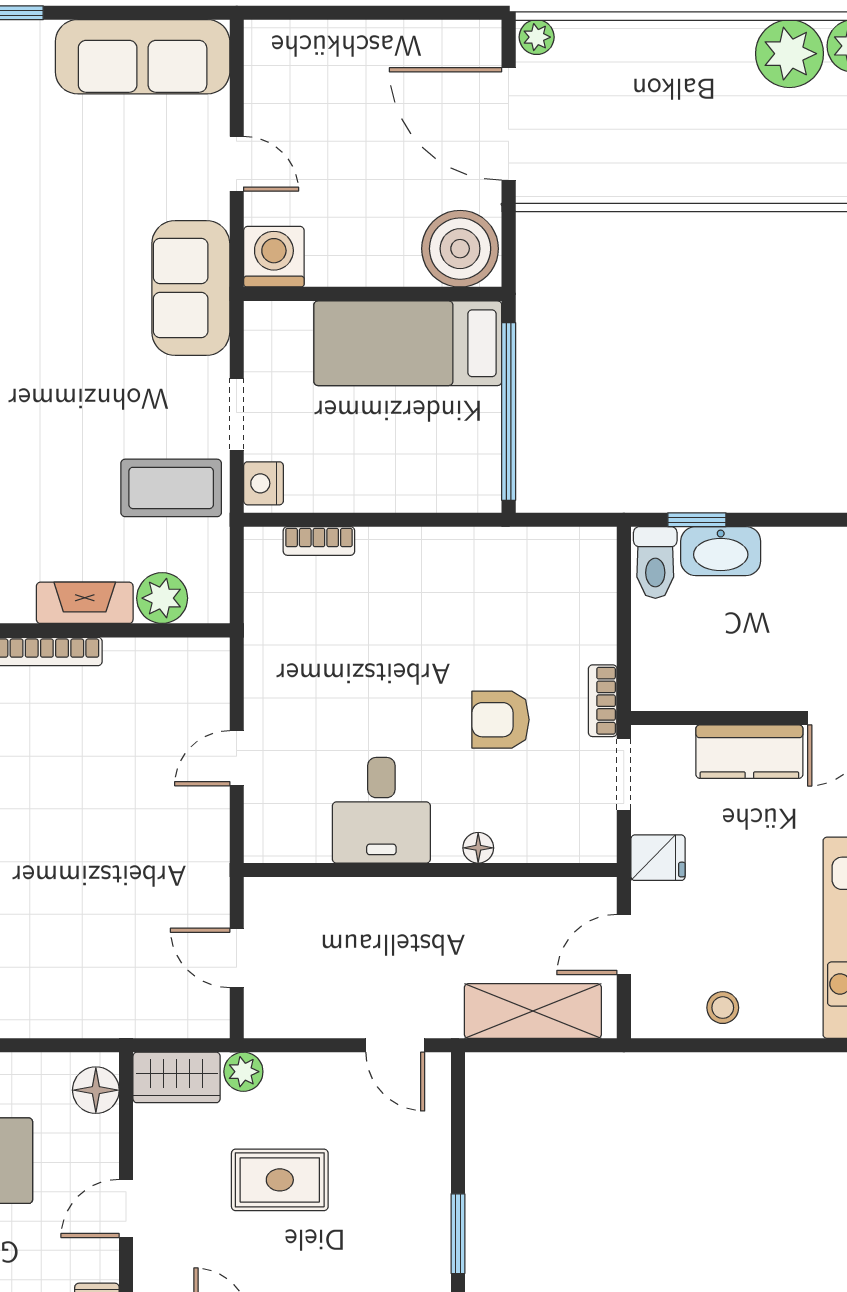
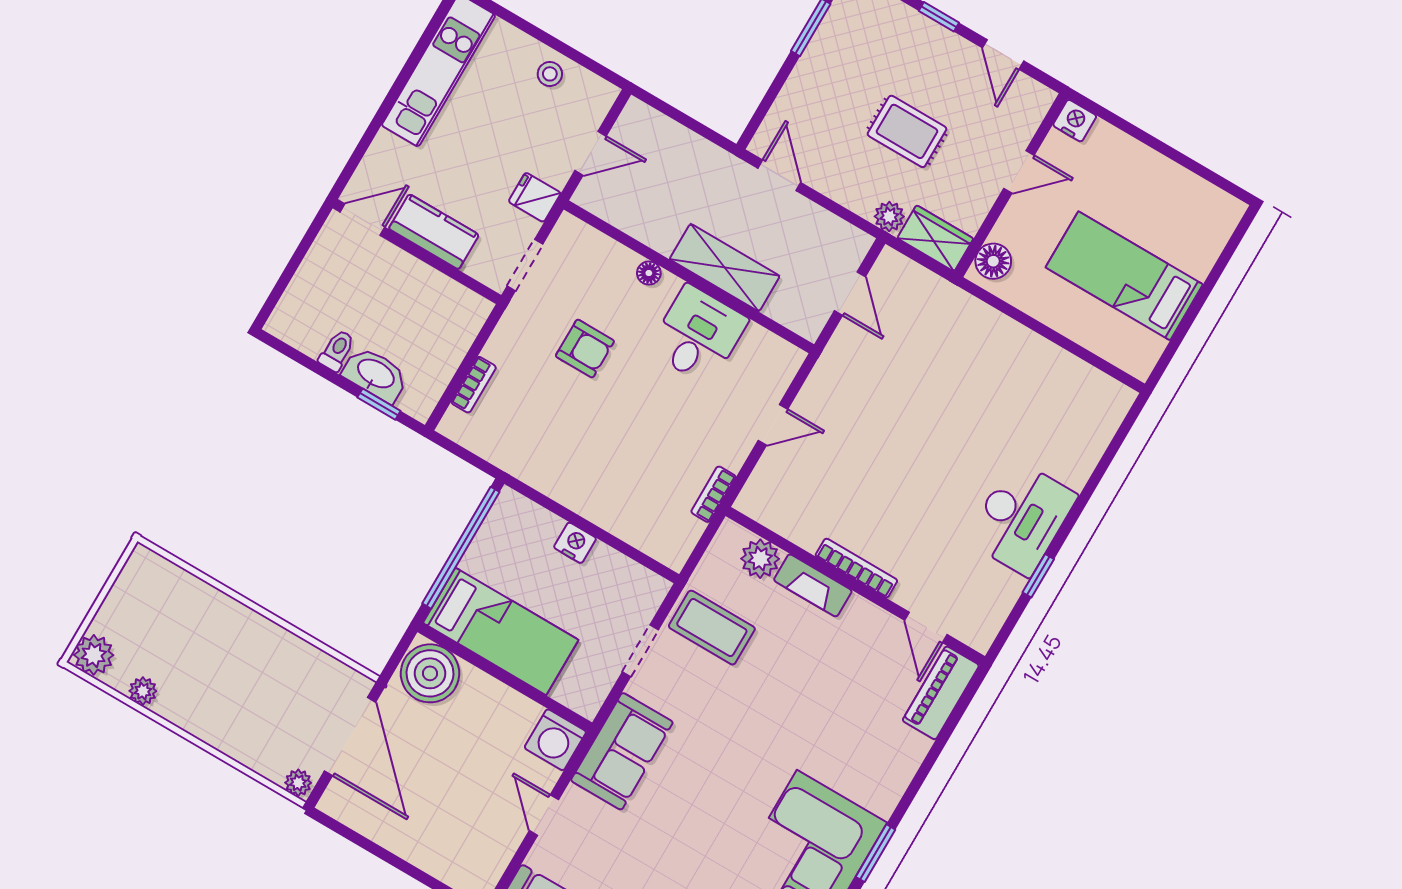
plant: (789, 54) -> (143, 691), width x0.53, depth x0.53
nightstand: (263, 483) -> (575, 543), moved, turned -90
bookcase: (319, 541) -> (713, 494), moved, turned -90
toilet: (655, 563) -> (337, 351), moved, width x0.73, depth x0.72
bookcase: (603, 701) -> (474, 385), moved
shelving: (533, 1011) -> (725, 268), moved

